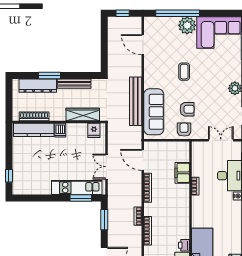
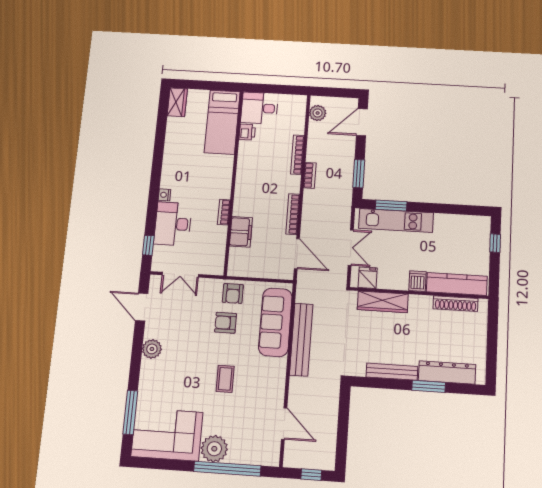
wardrobe: (83, 114) -> (383, 302), moved
shoe rack: (34, 116) -> (456, 304), moved
wall: (59, 122) -> (419, 293), moved
kitchen counter: (34, 130) -> (457, 284), moved
dishwasher: (60, 130) -> (418, 281), moved
fridge: (94, 130) -> (368, 278), moved

